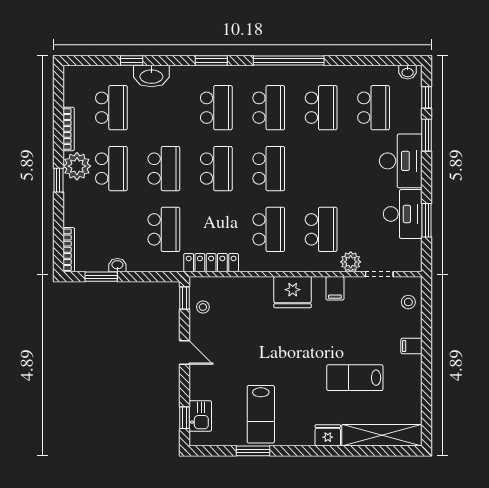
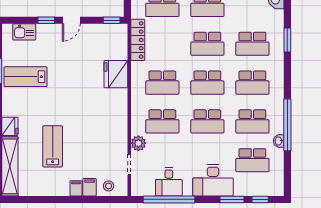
window: (289, 60) -> (287, 125), moved
washbasin: (408, 72) -> (279, 141), moved
school desk: (321, 169) -> (207, 121), added
desk: (403, 214) -> (169, 182), width x0.73
window: (427, 220) -> (169, 199), width x2.11
filing cabinet: (335, 288) -> (90, 187), moved, turned 90
fridge: (293, 292) -> (116, 74), moved
stool: (203, 307) -> (105, 34), removed
window: (184, 418) -> (46, 20), moved

